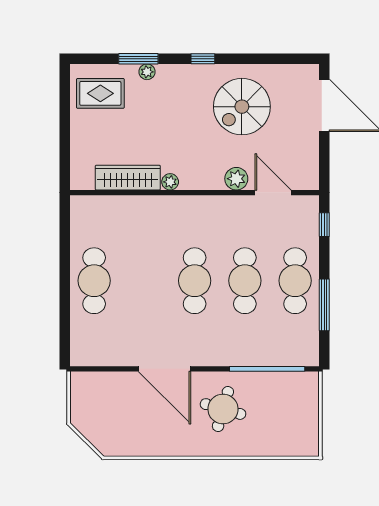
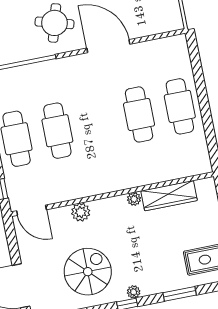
plant: (147, 72) -> (134, 292), moved
door: (273, 193) -> (32, 210), moved
cafe table: (195, 281) -> (139, 114), moved

